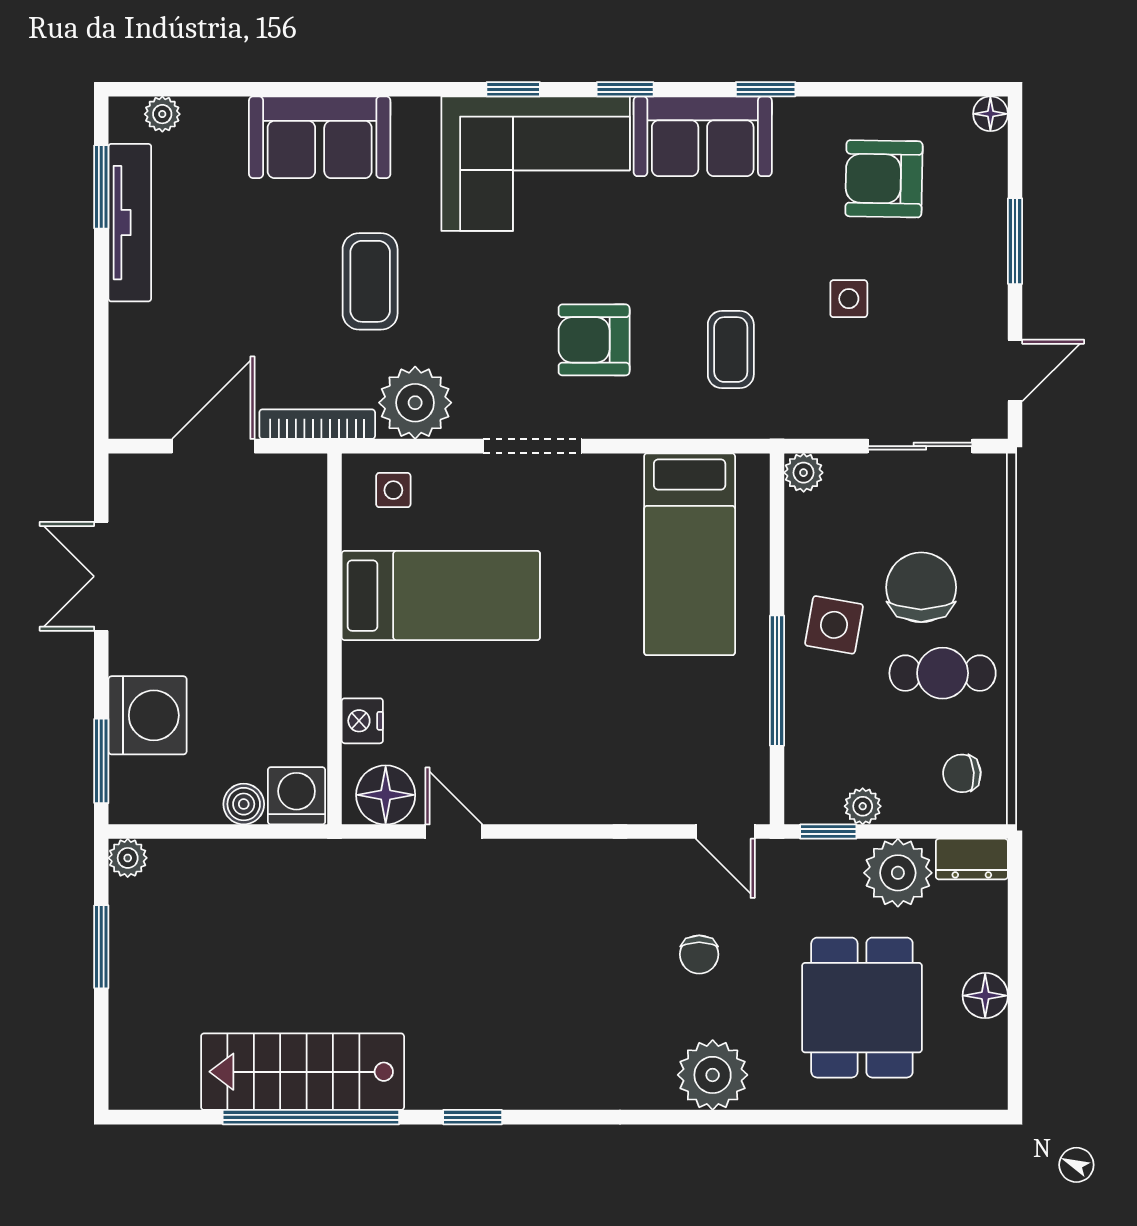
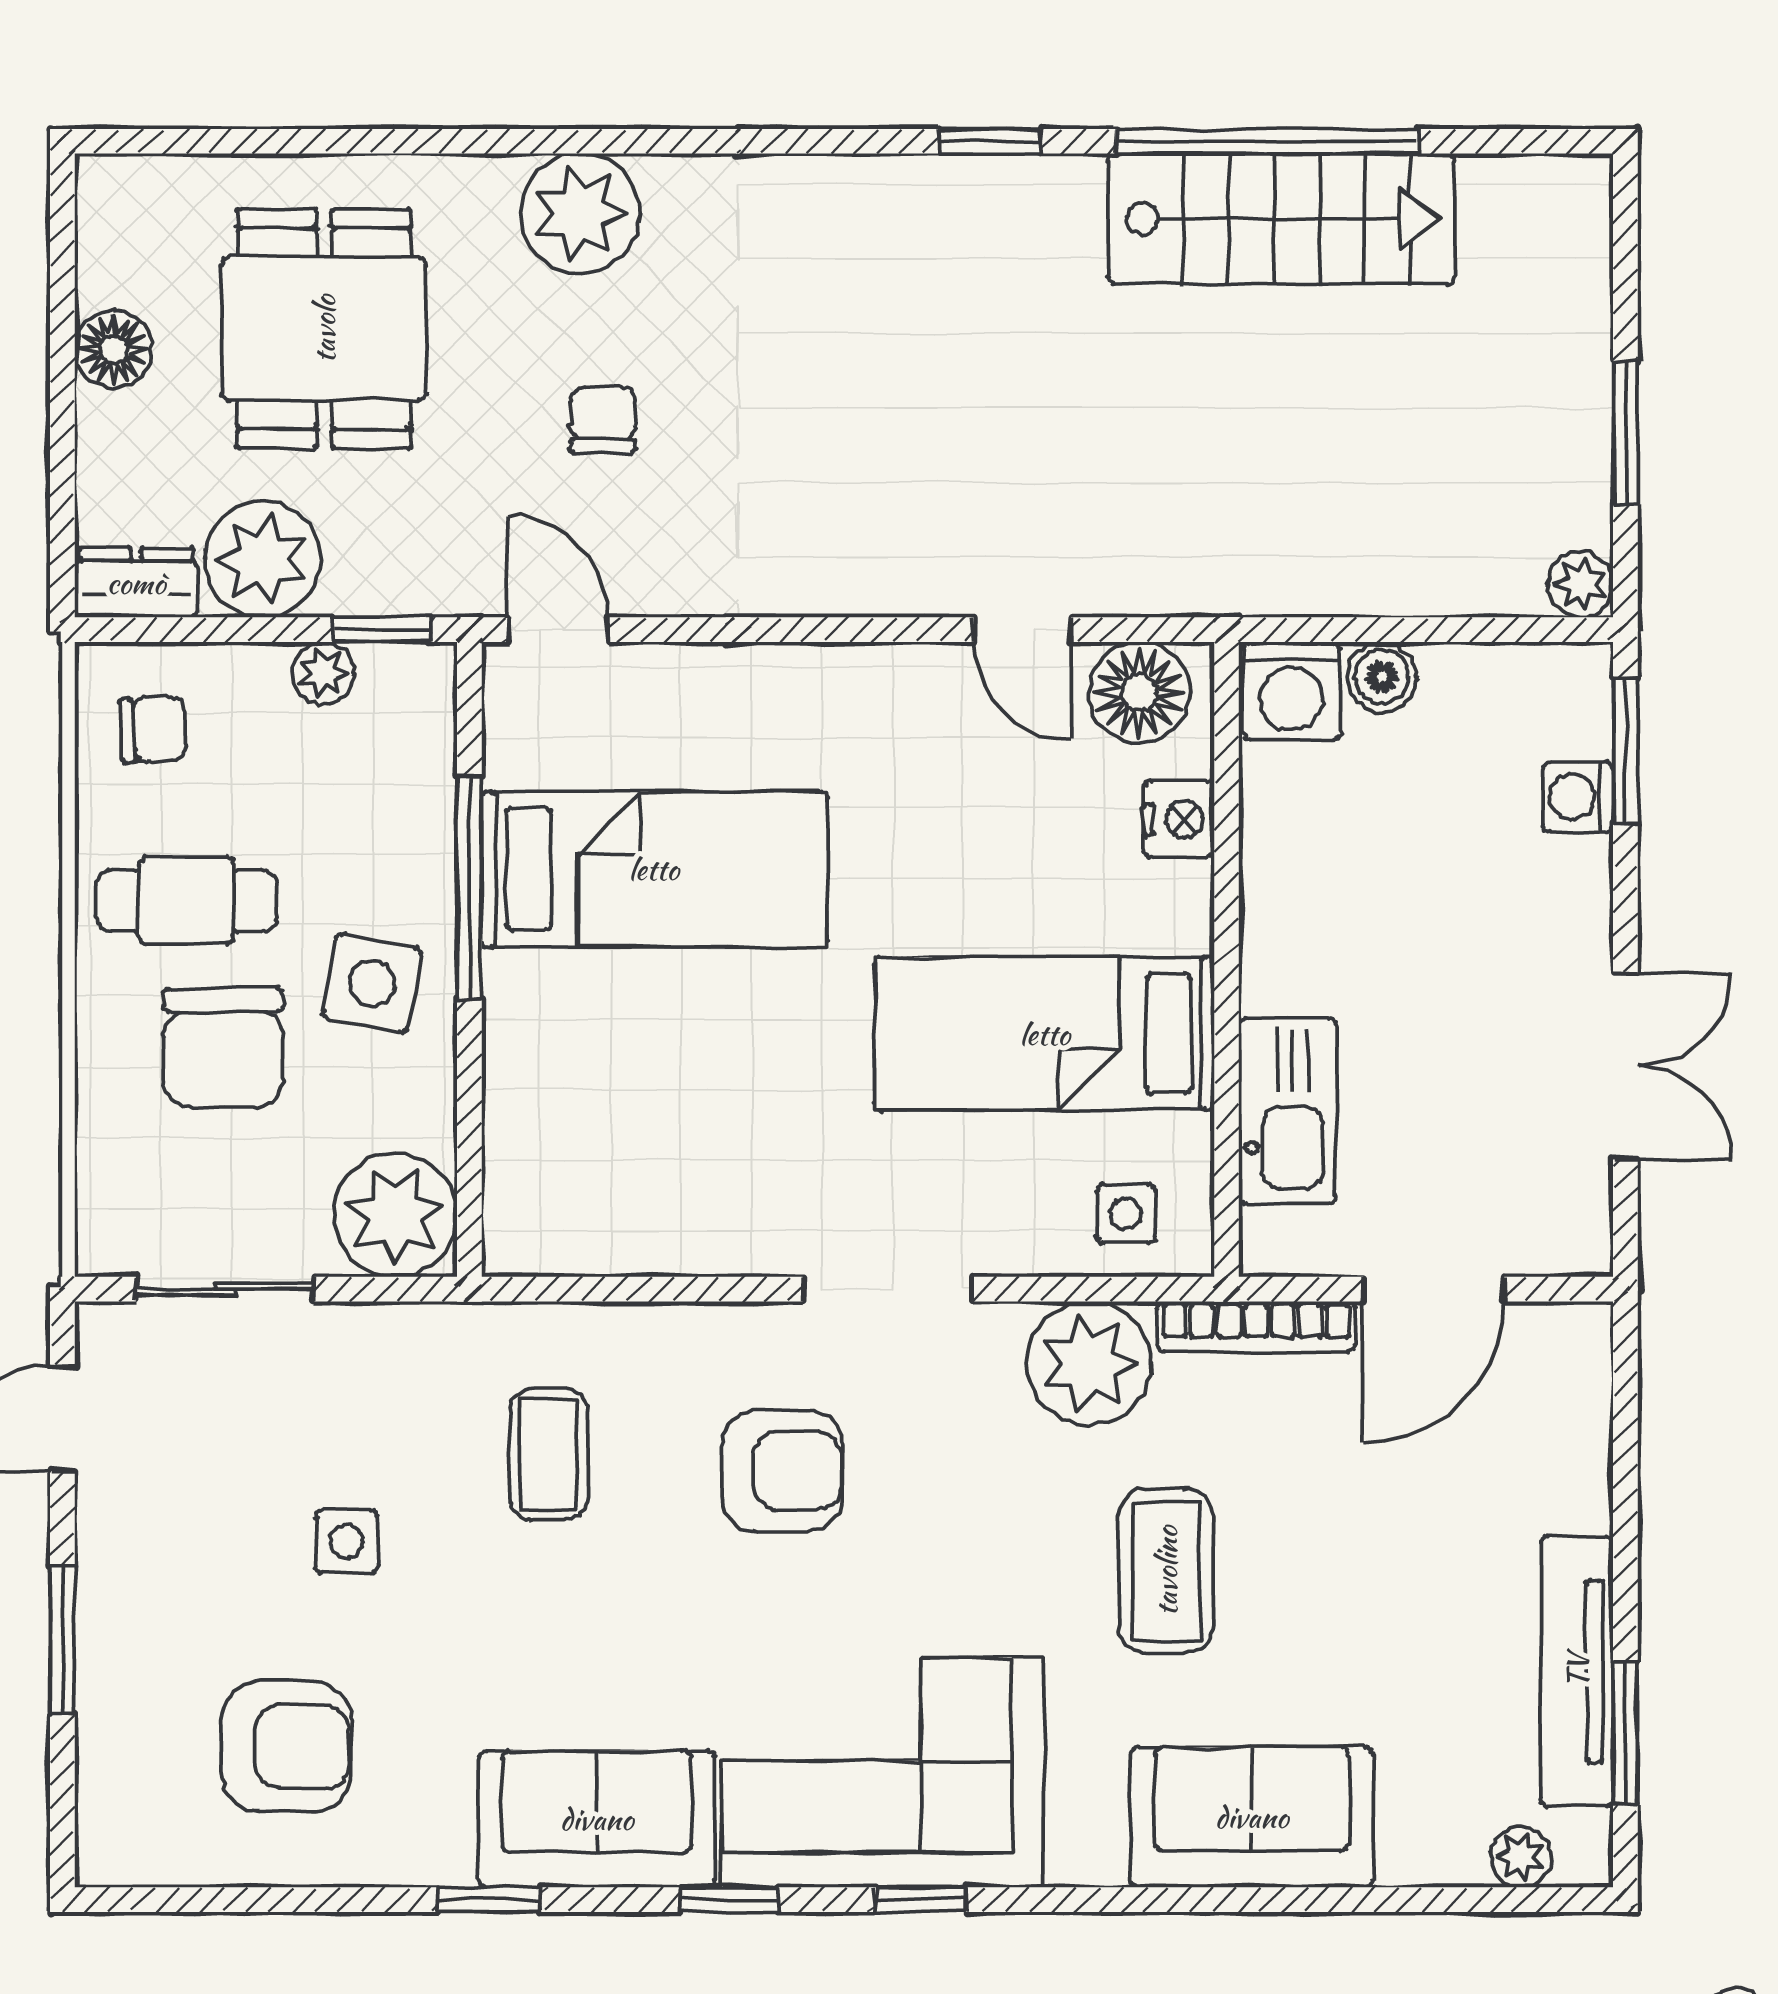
floor lamp: (990, 114) -> (104, 1858), removed
plant: (804, 473) -> (395, 1215), width x1.87, depth x1.87
kitchen sink: (299, 551) -> (1288, 1111), added
bed: (690, 554) -> (654, 869), moved, turned 90
washing machine: (148, 715) -> (1578, 797), width x0.53, depth x0.53

